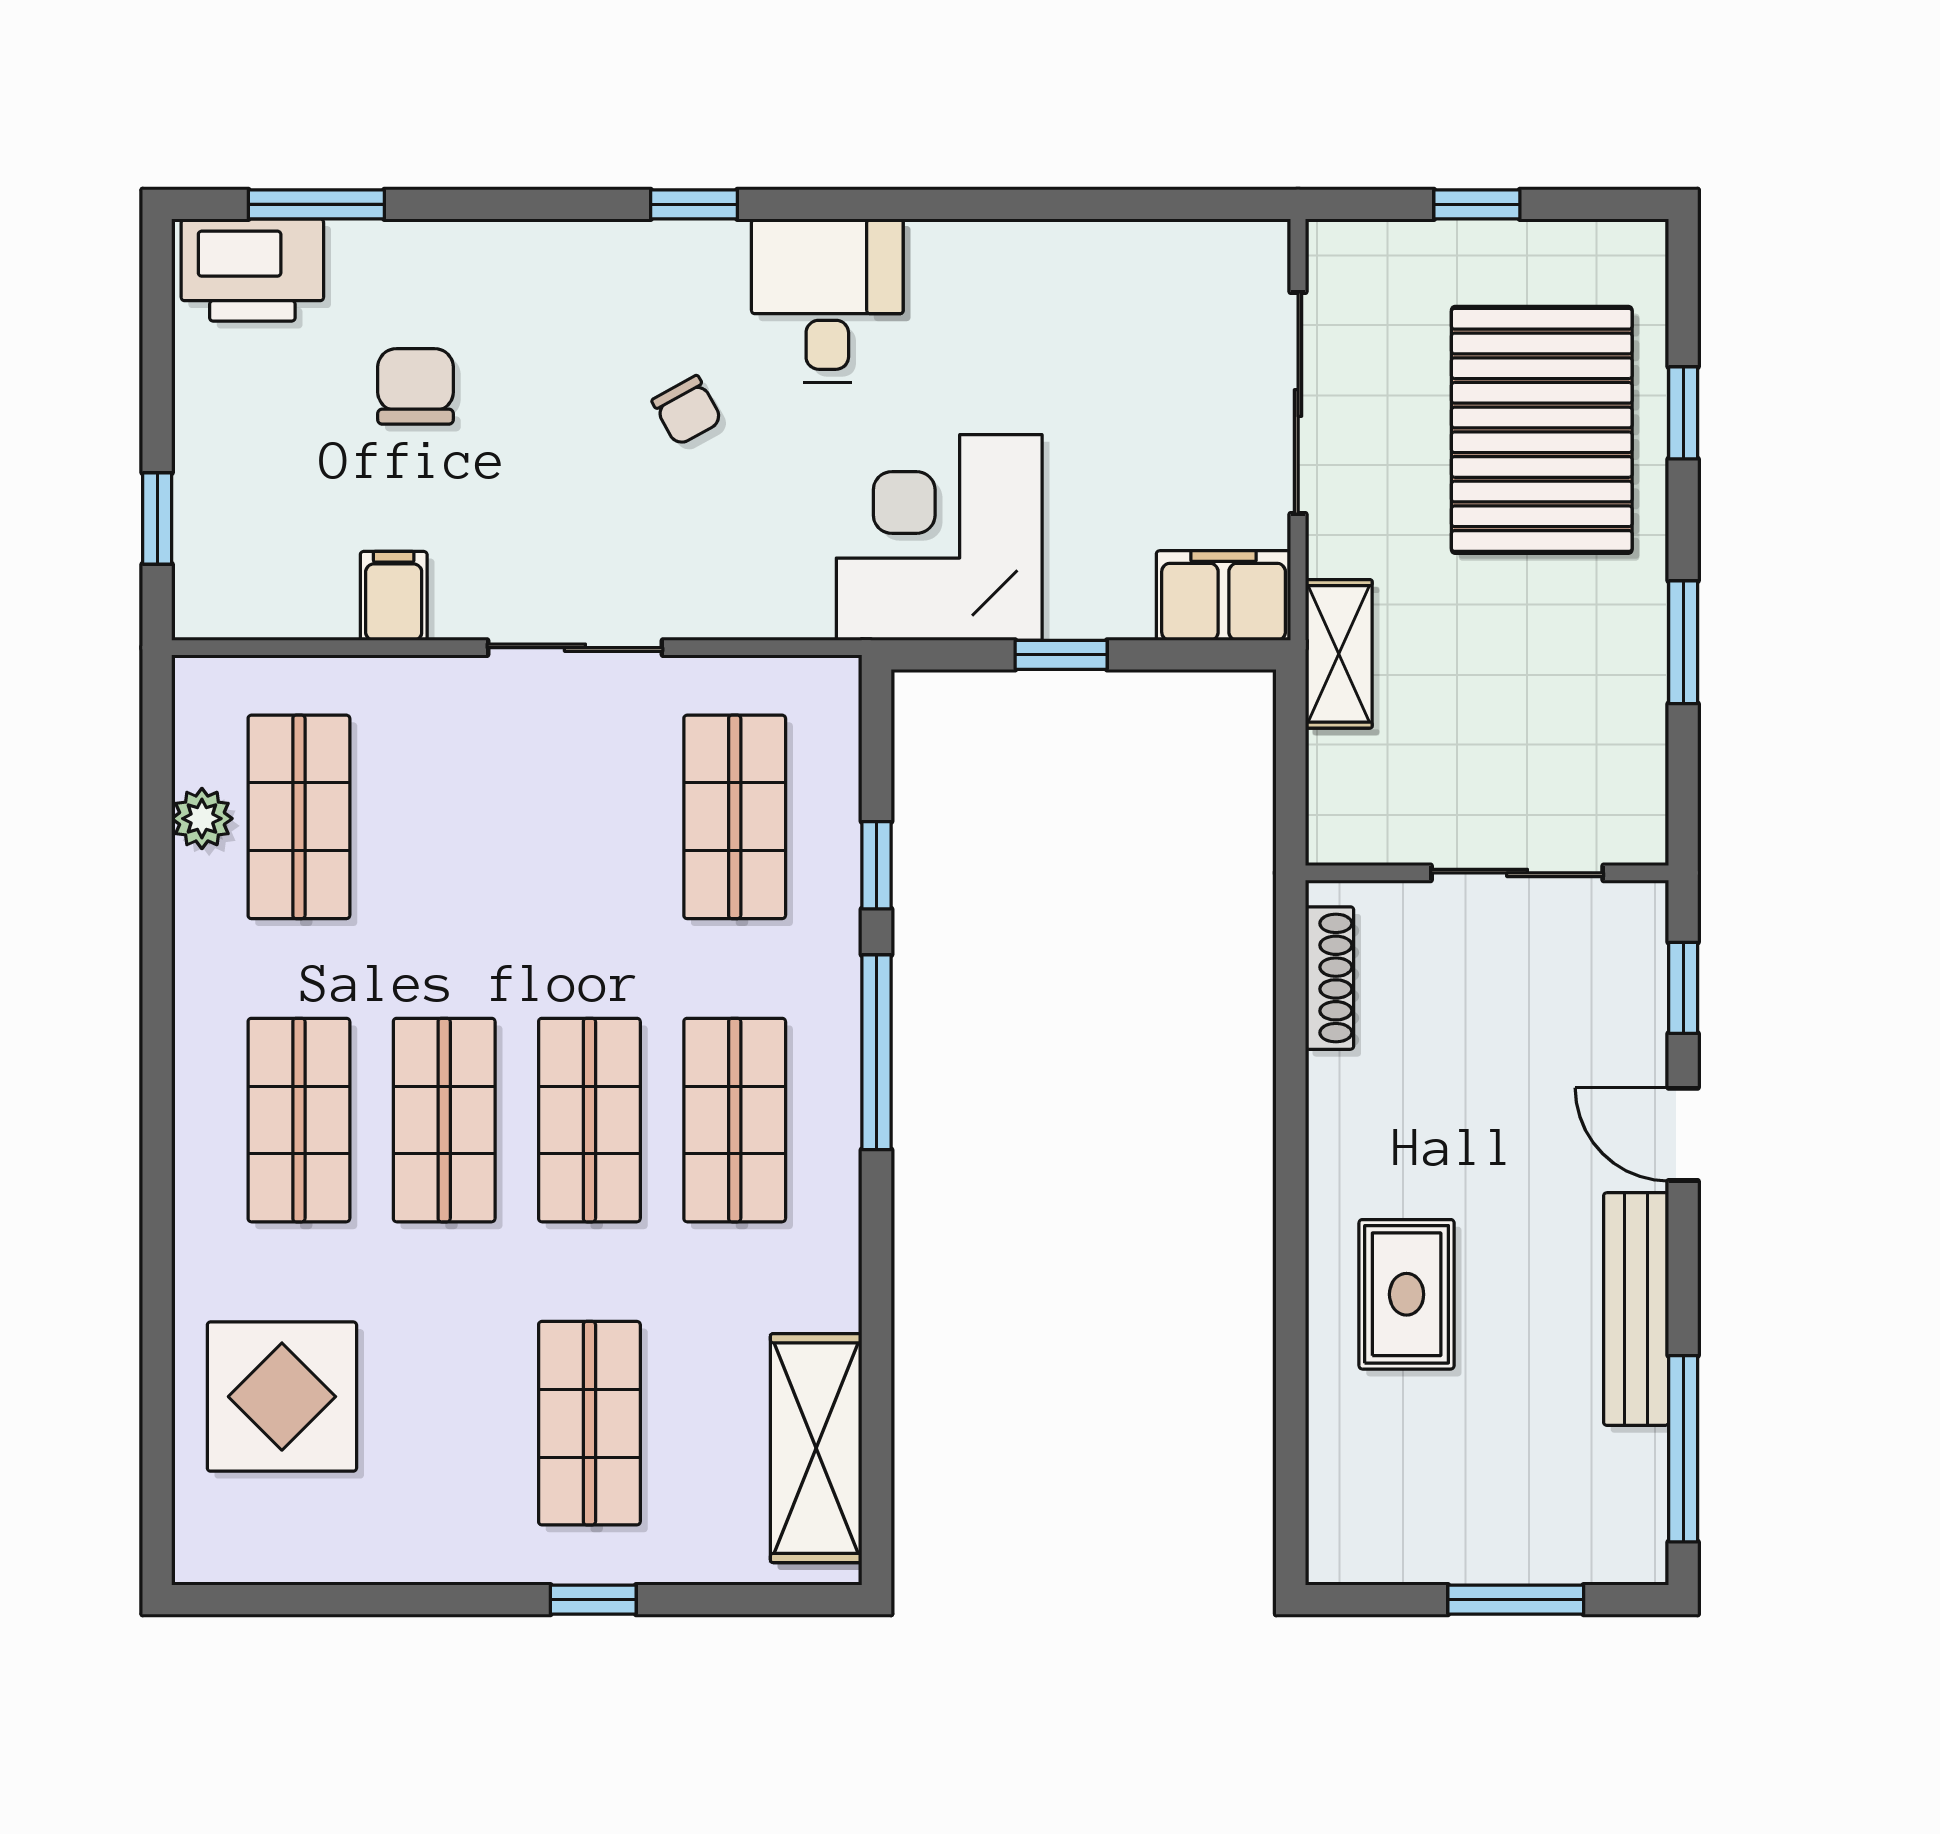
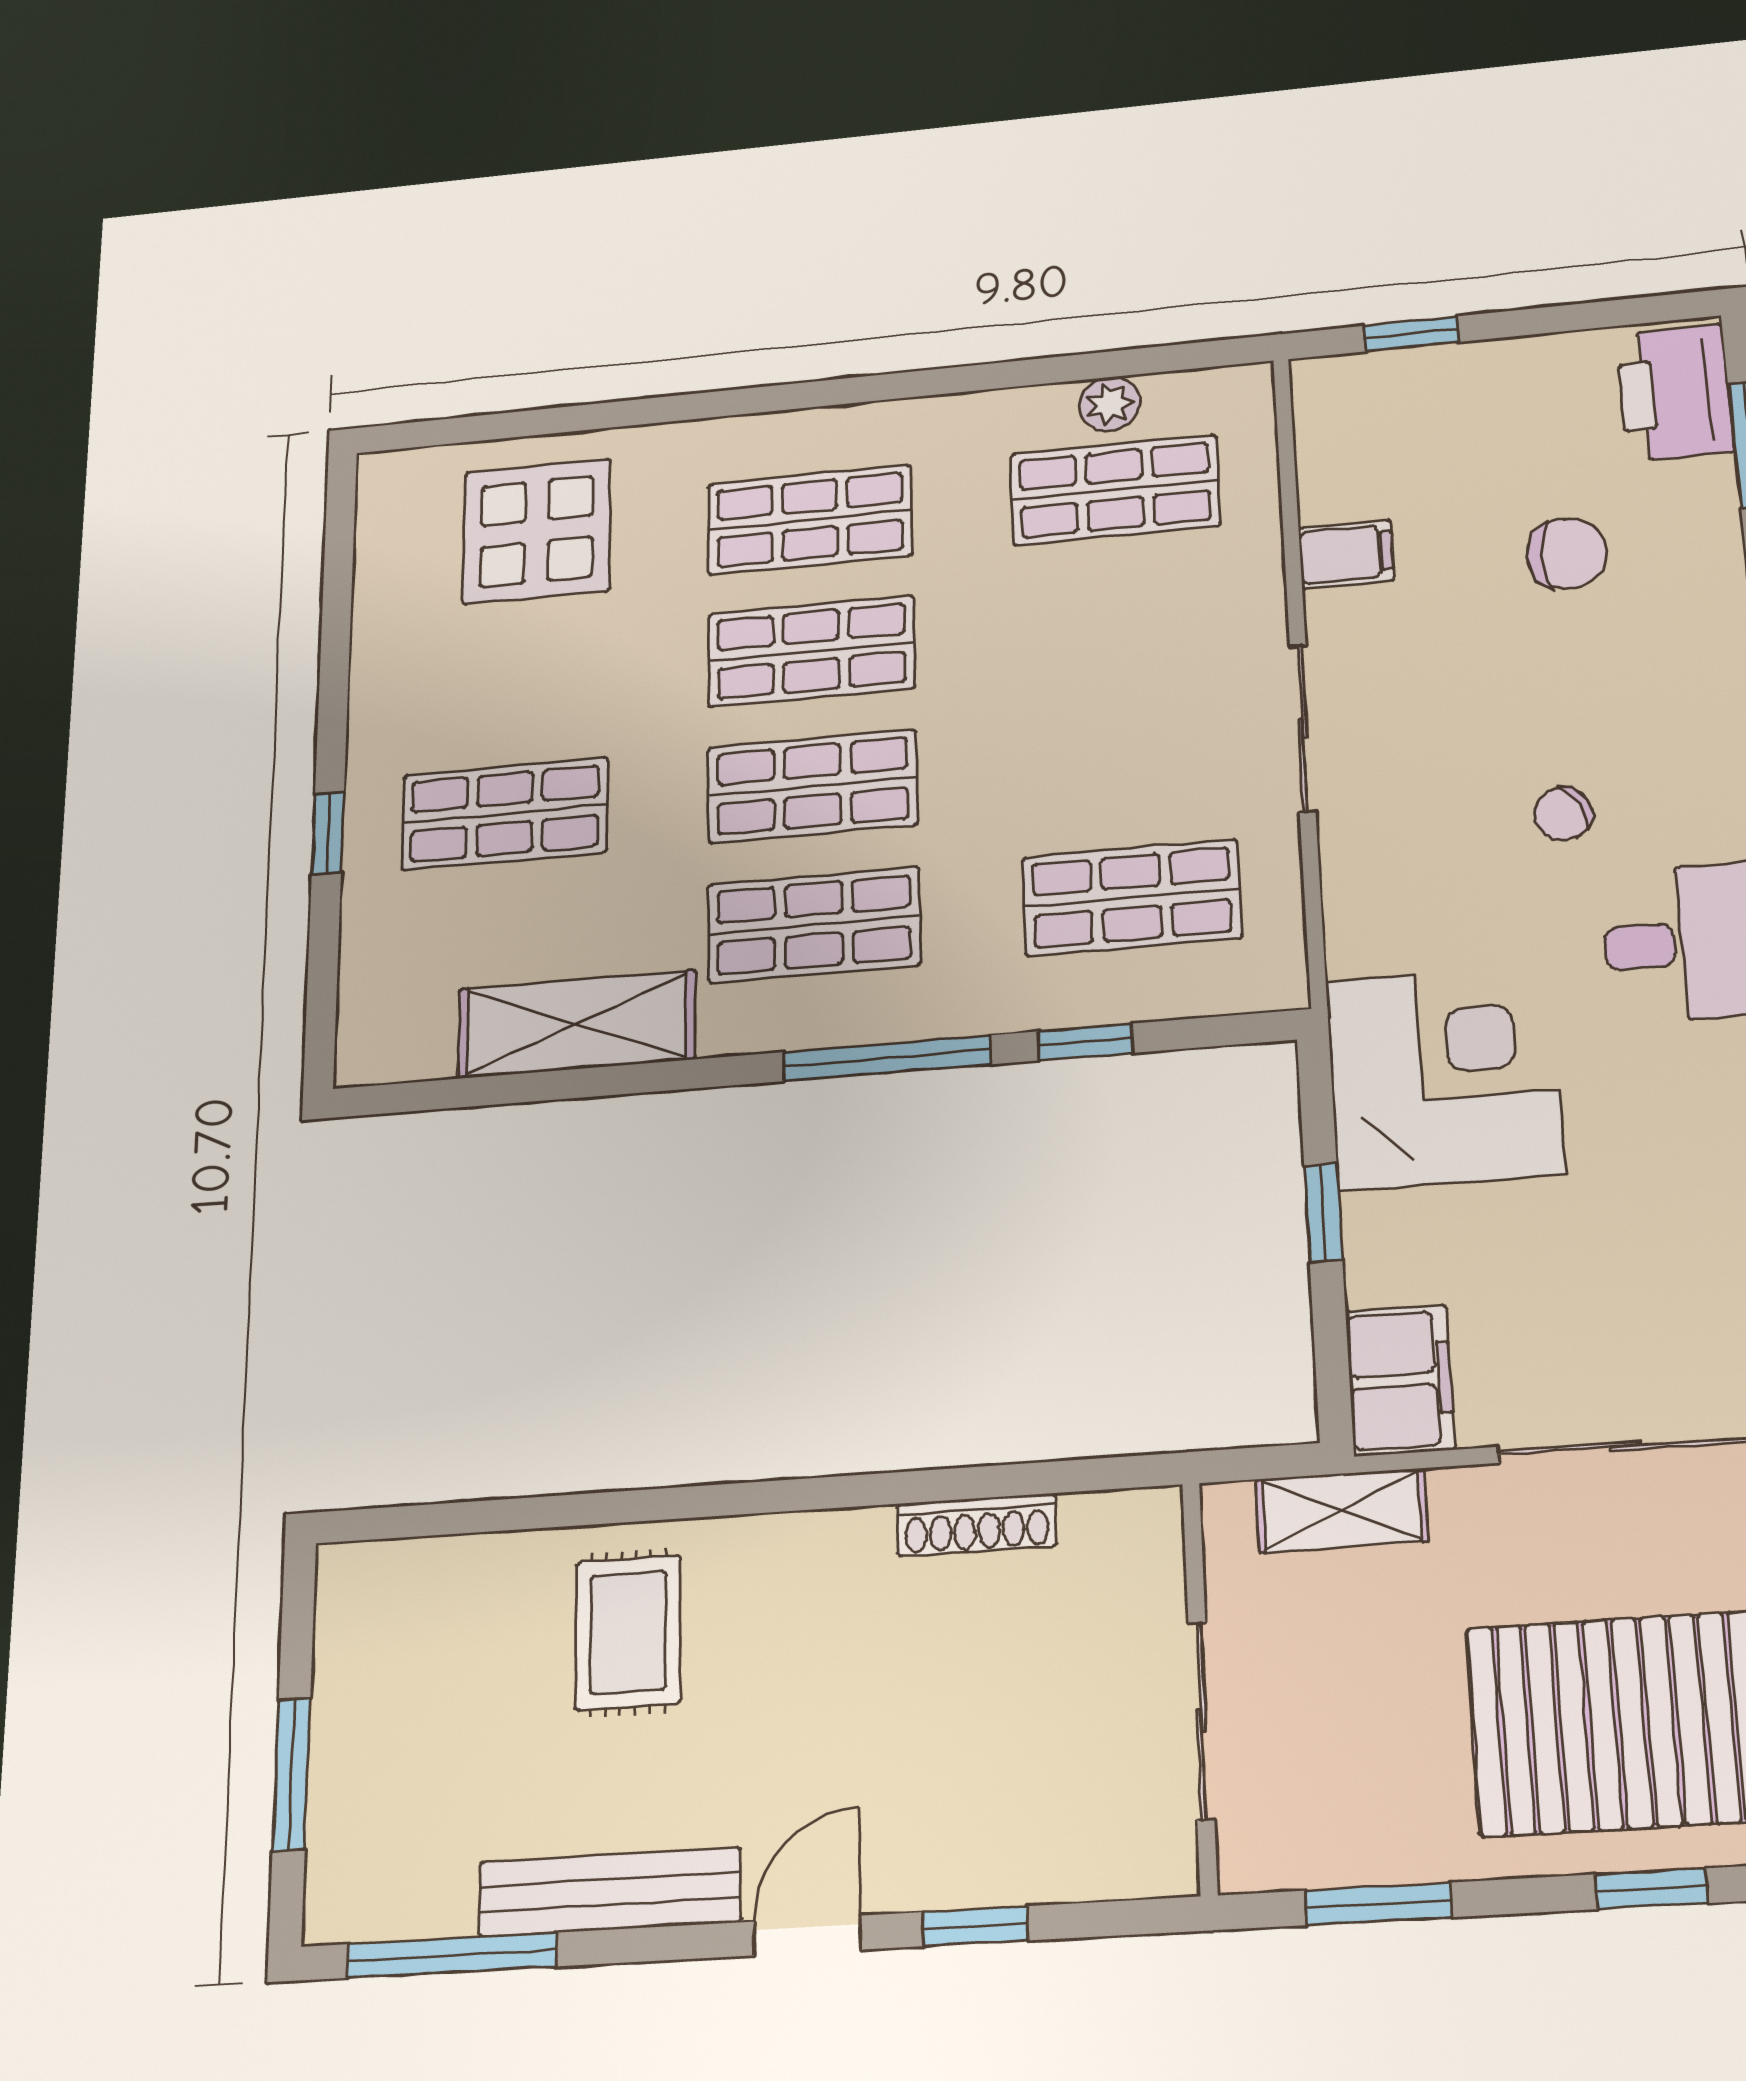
wall: (1487, 873) -> (1200, 1686), moved
sliding door: (1517, 873) -> (1201, 1720), moved
rug: (1407, 1294) -> (628, 1632), turned 90
shelving: (816, 1448) -> (576, 1024), moved

